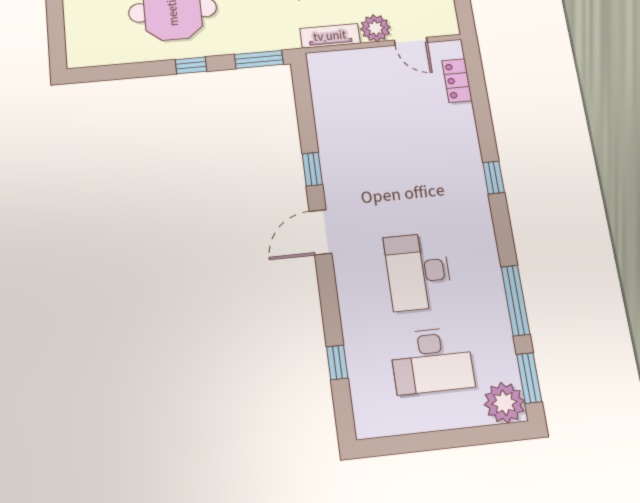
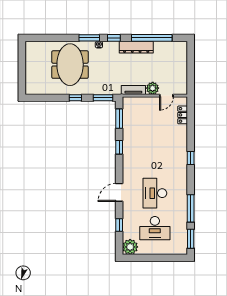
door: (411, 41) -> (166, 96), hinge flipped
window: (304, 103) -> (119, 119), added
door: (320, 232) -> (119, 192), moved
plant: (504, 403) -> (130, 247), moved

